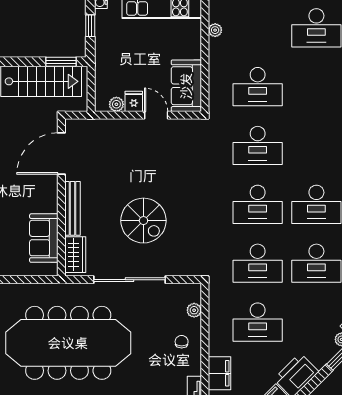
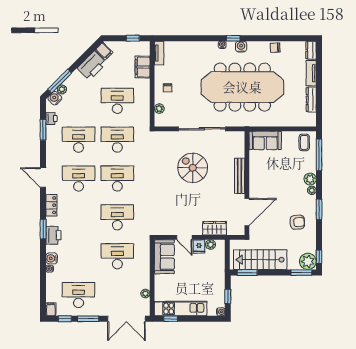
sofa: (44, 238) -> (265, 140), moved, turned 90
wardrobe: (75, 255) -> (215, 228), moved, turned 90

